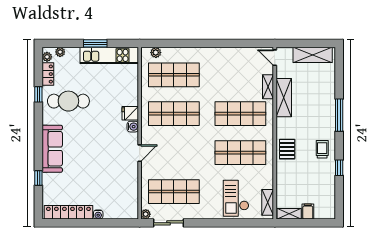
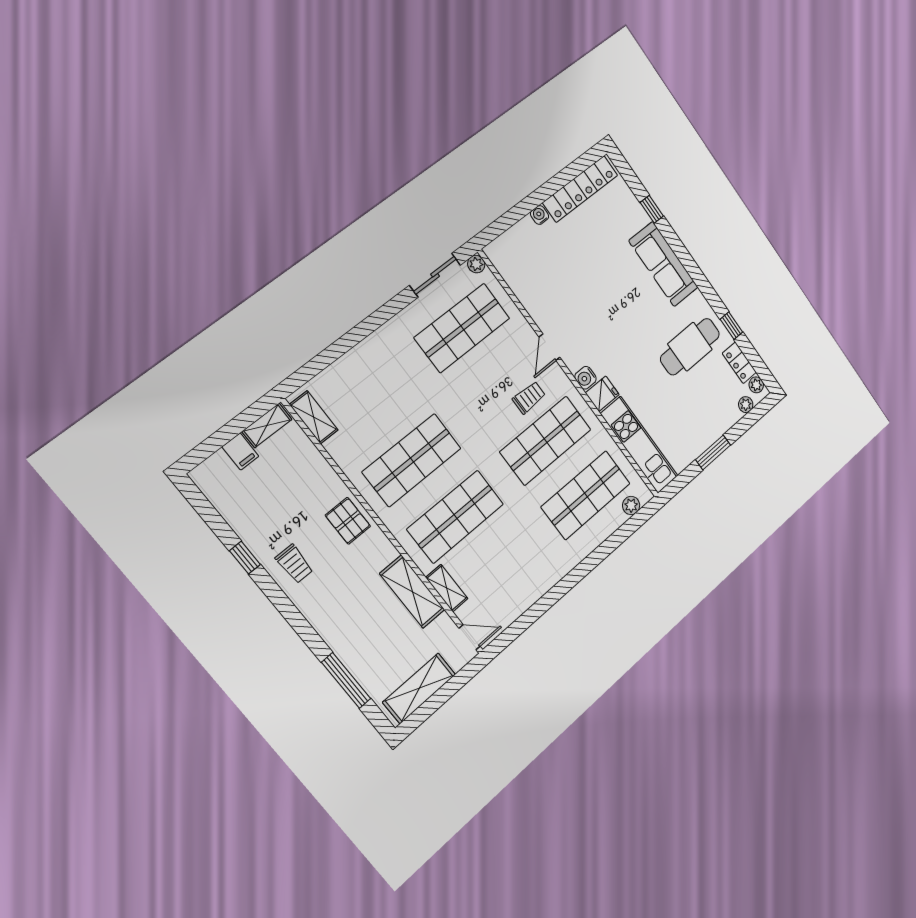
kitchen unit: (109, 55) -> (639, 445), moved, turned 90
window: (339, 115) -> (346, 681), moved
trolley: (167, 138) -> (529, 398), added
checkout: (236, 198) -> (366, 387), removed

